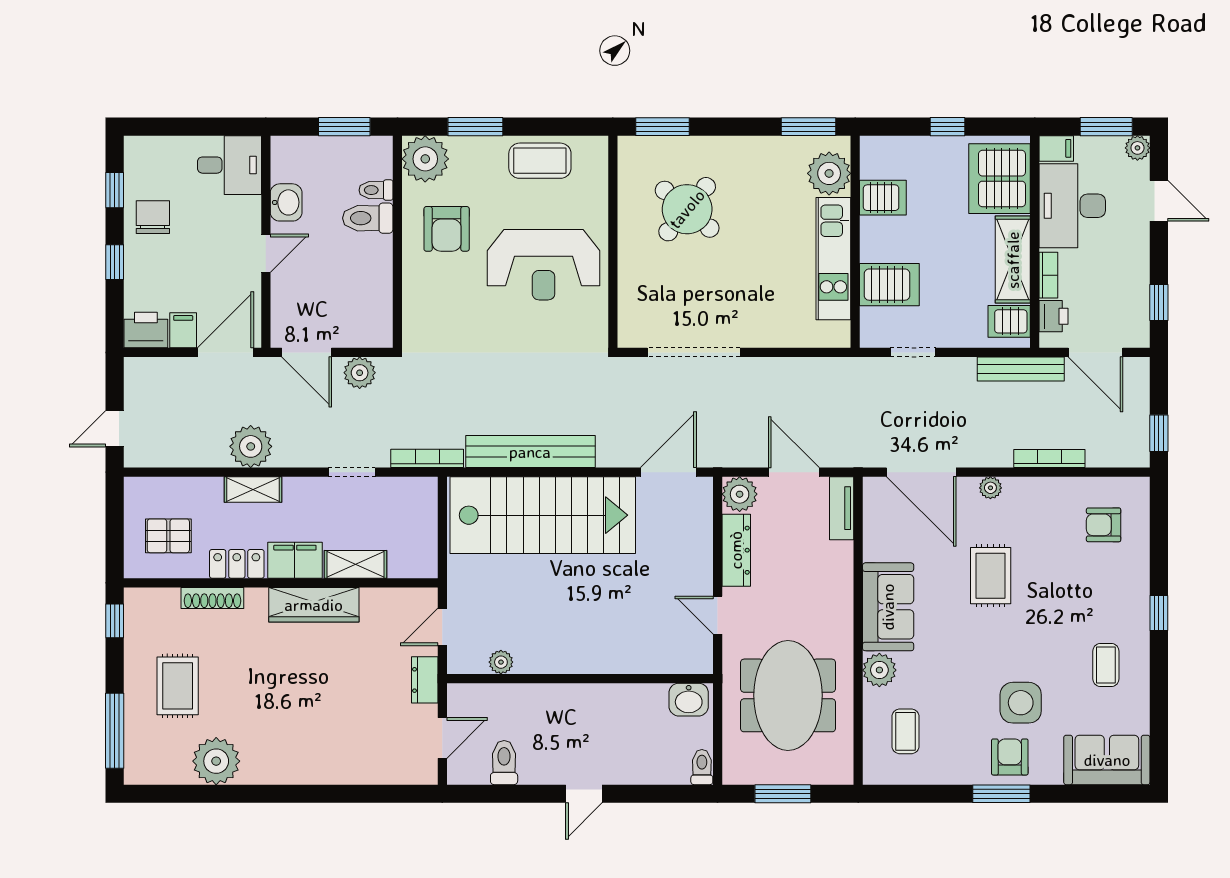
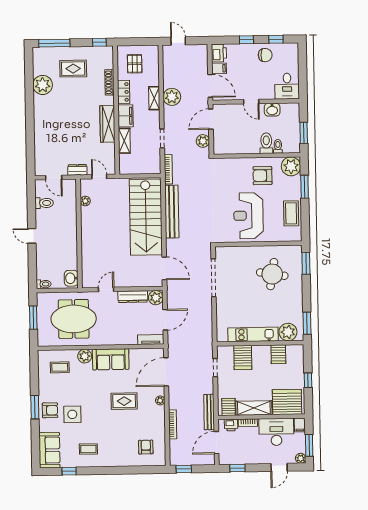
round table: (687, 209) -> (272, 274), turned -31
window: (1159, 613) -> (69, 471), moved

